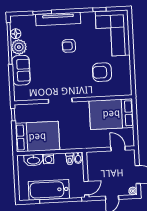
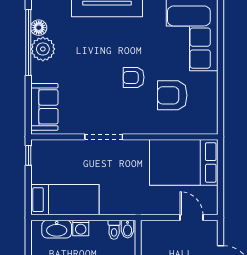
armchair: (69, 46) -> (134, 77), moved
sofa: (21, 70) -> (44, 107), moved
bed: (37, 137) -> (65, 200), width x0.67

